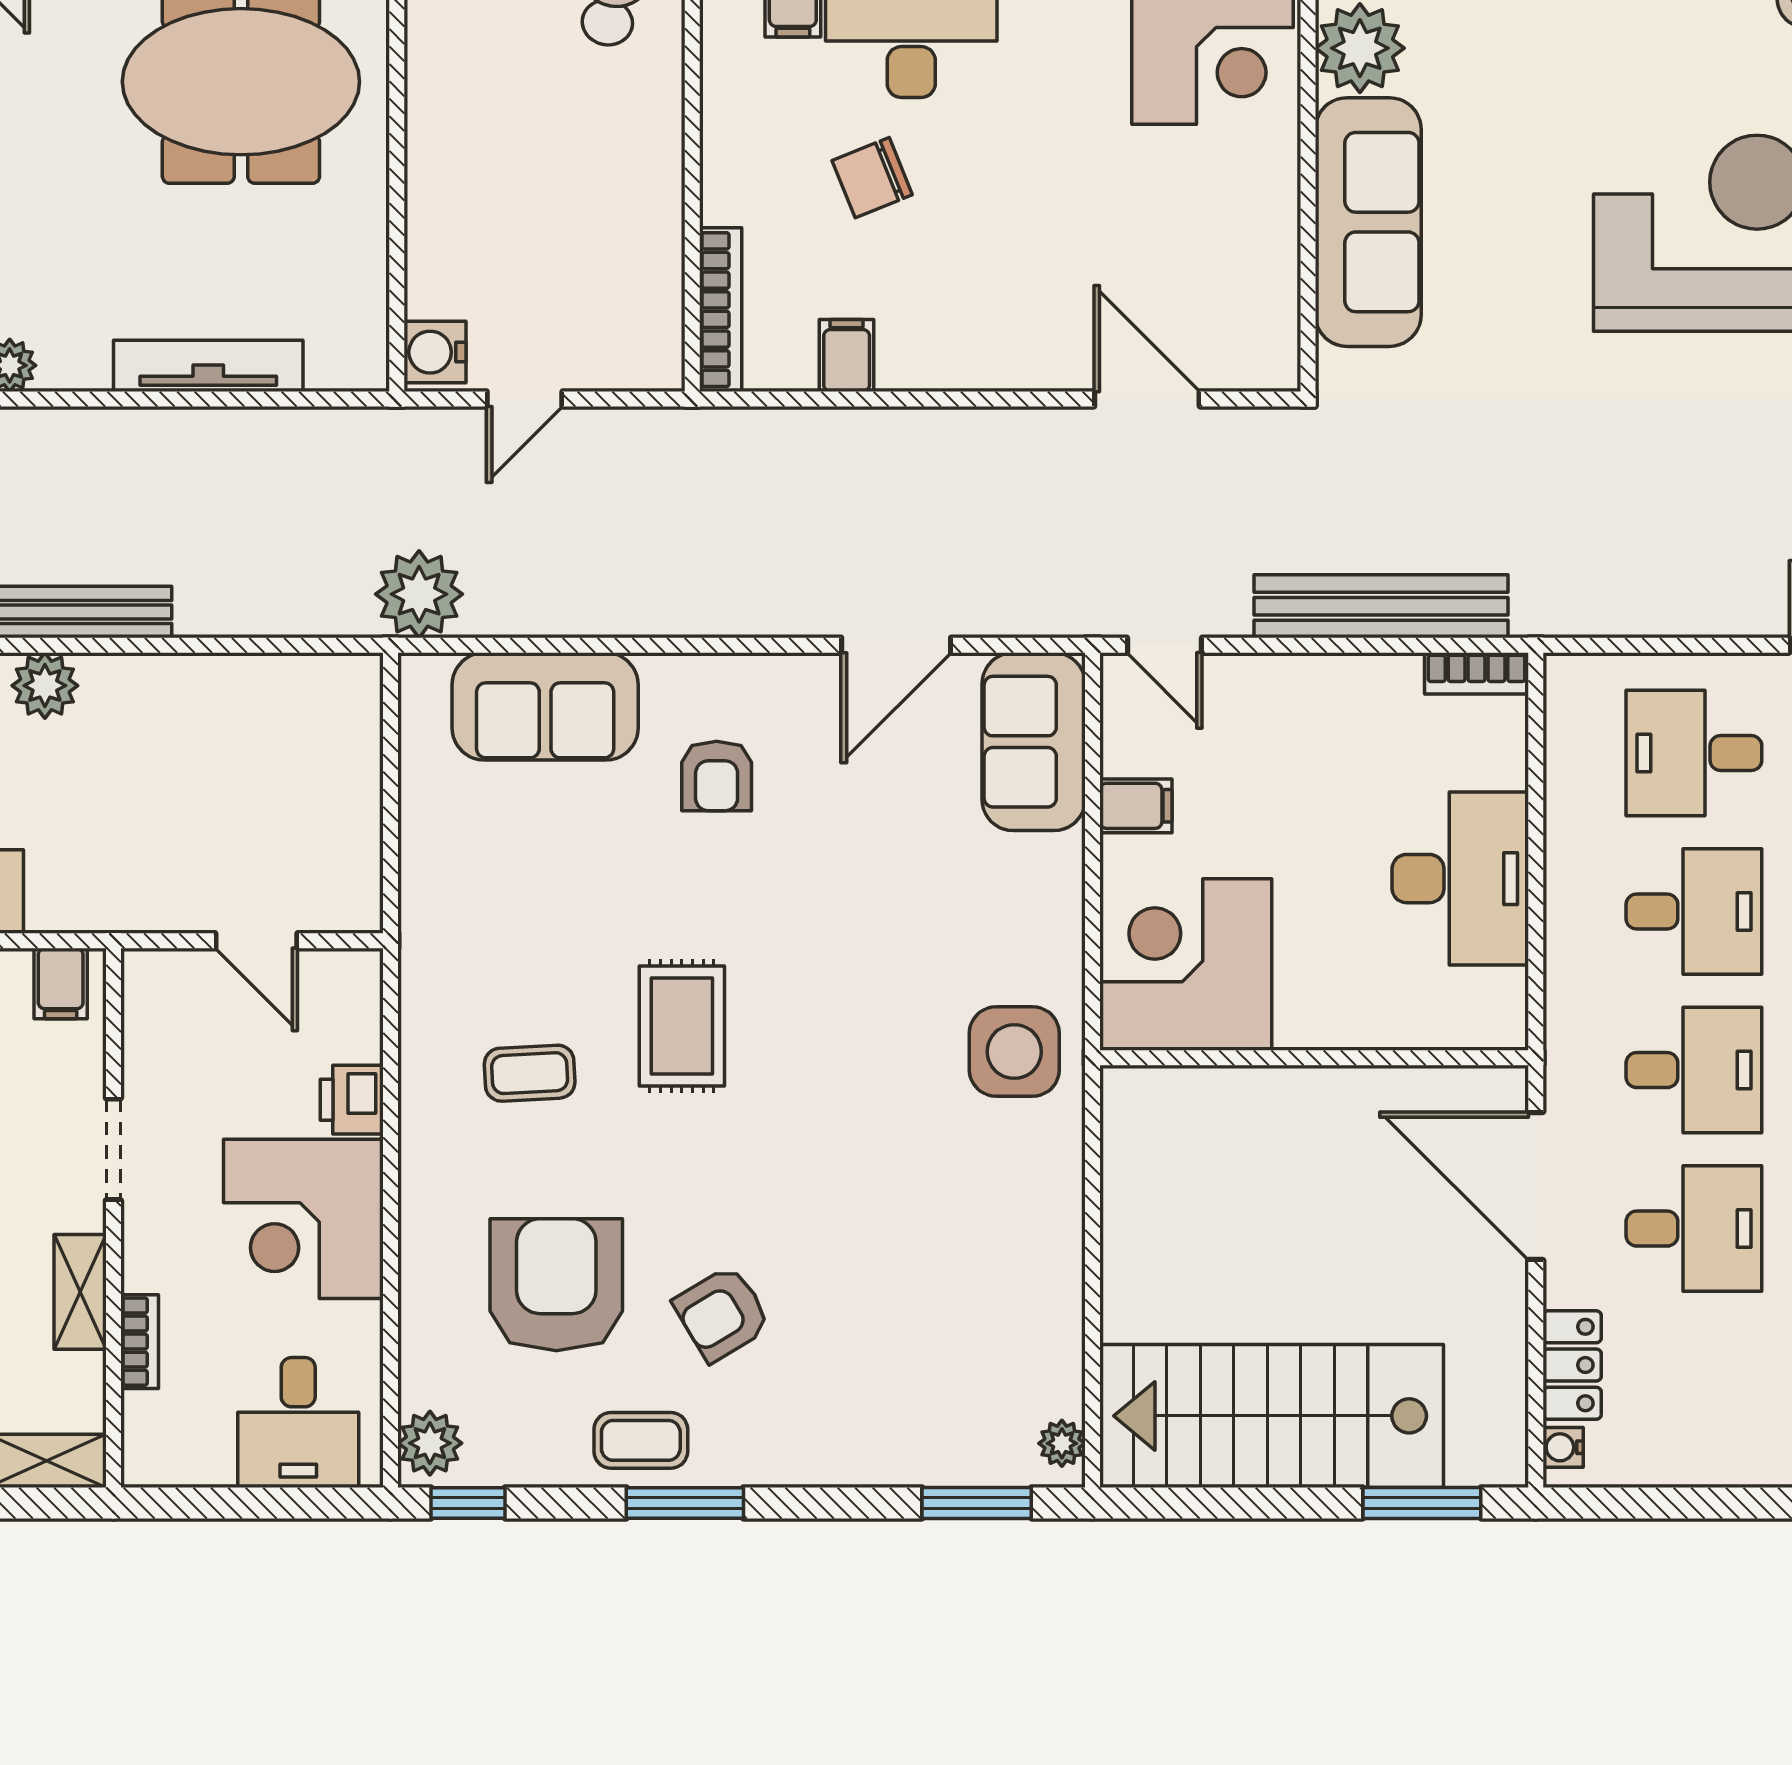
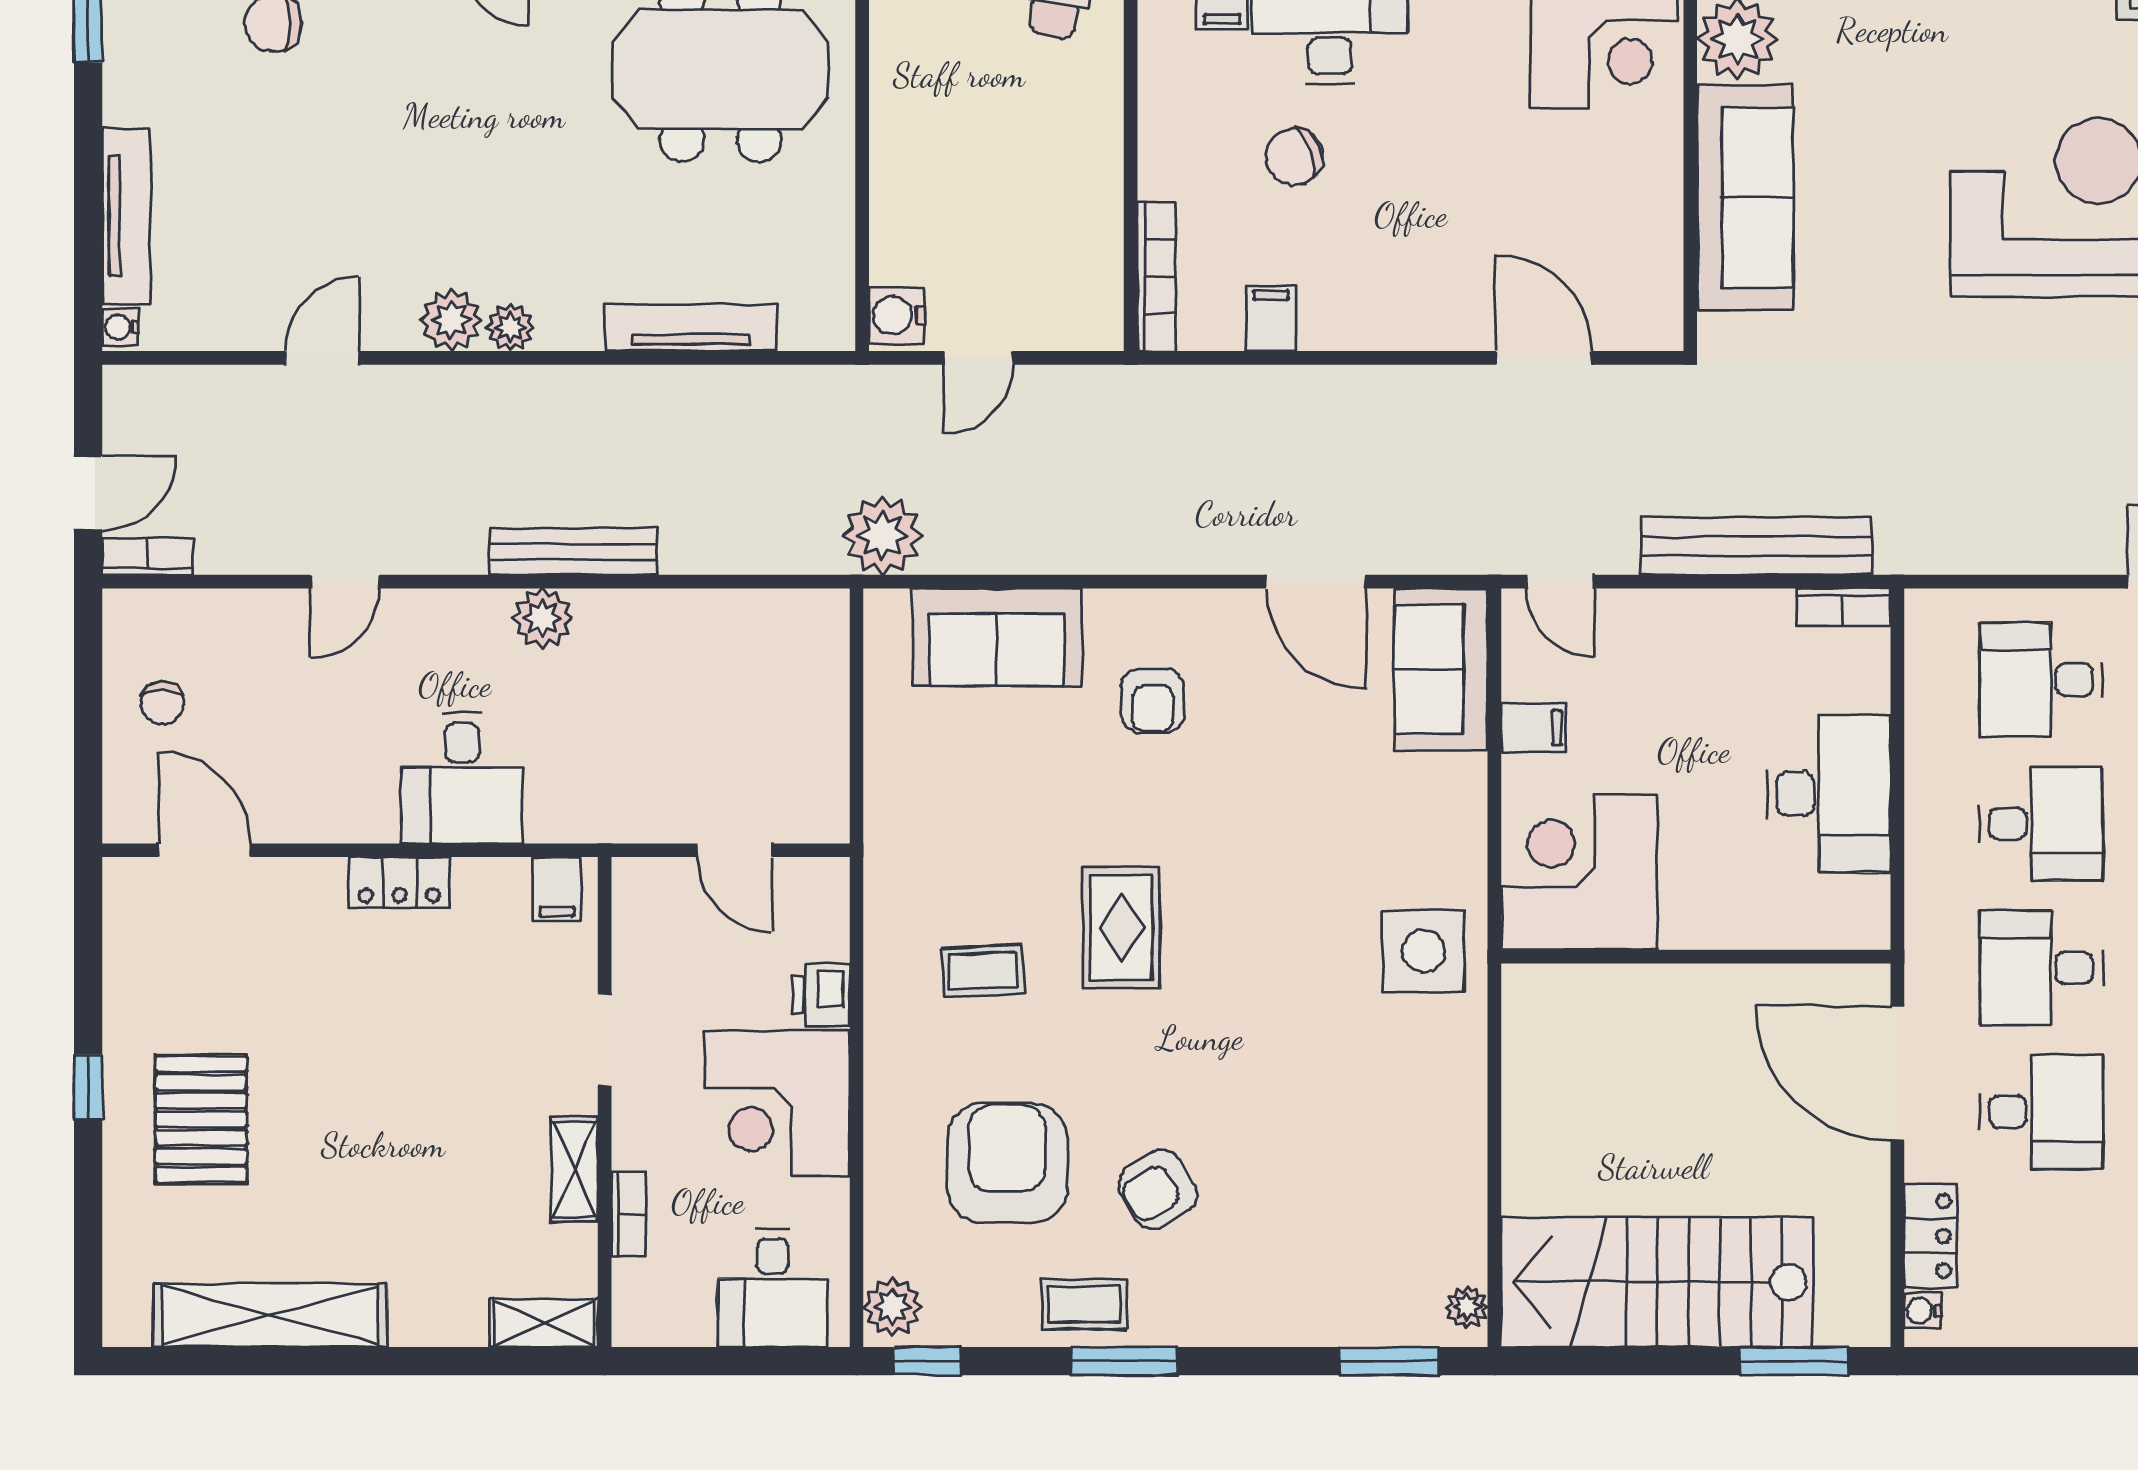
door: (896, 645) -> (1316, 582), hinge flipped
desk: (1694, 1070) -> (2041, 968), turned 180

